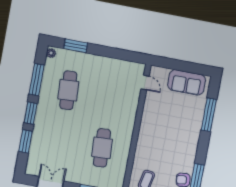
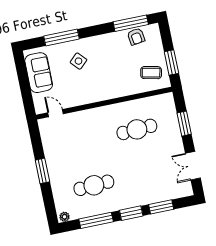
window: (76, 46) -> (42, 171), moved
door: (145, 83) -> (56, 113), hinge flipped
side table: (182, 121) -> (78, 61), added

